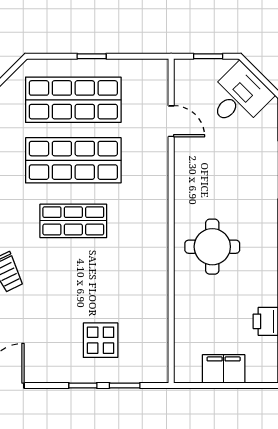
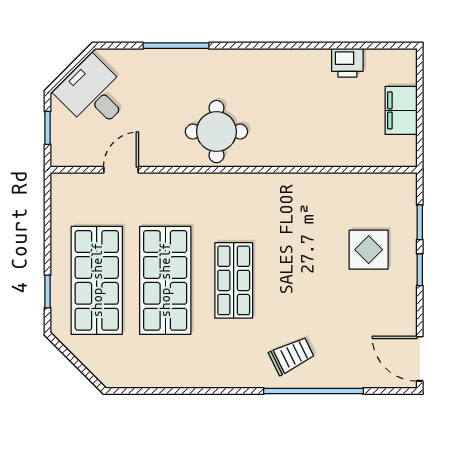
window: (92, 56) -> (47, 291), moved
round table: (212, 247) -> (216, 132), moved

